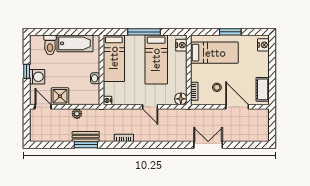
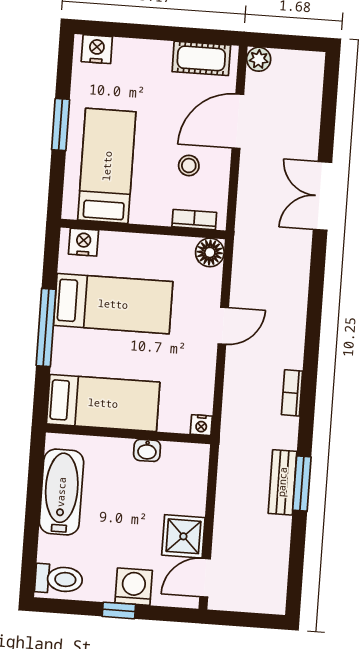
toilet: (50, 45) -> (59, 579), moved
plant: (77, 114) -> (259, 59), moved

